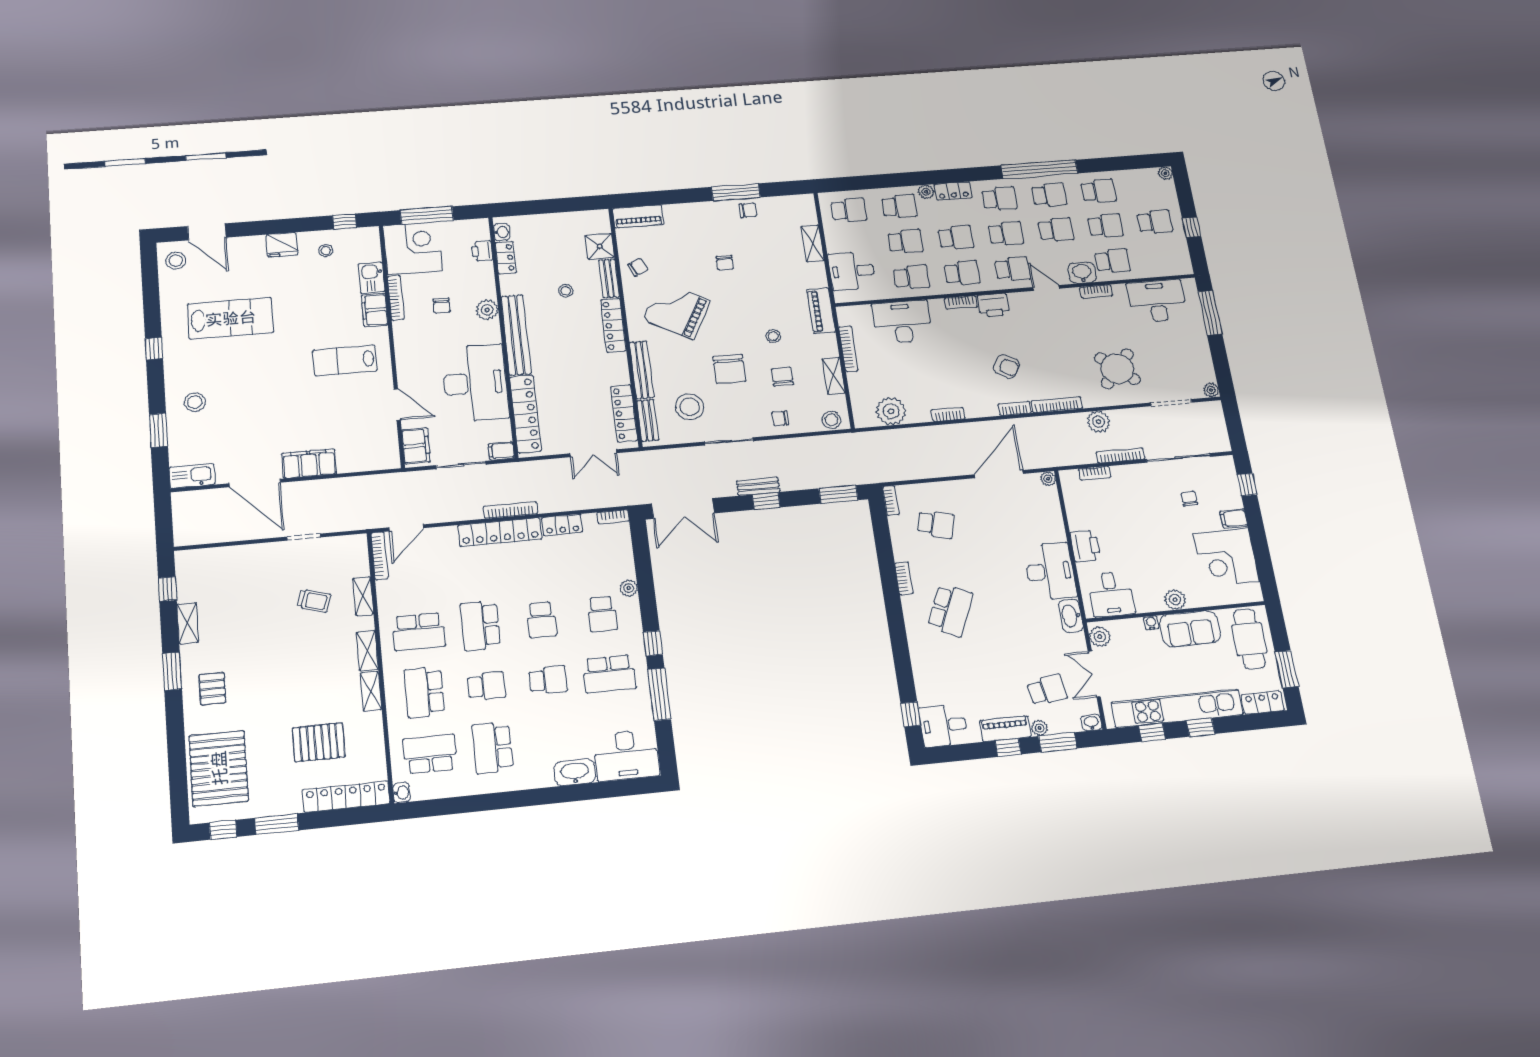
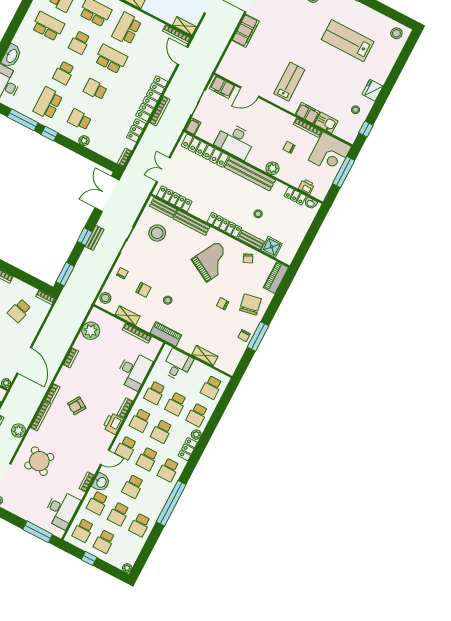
school desk: (1049, 195) -> (83, 530), moved
door: (207, 232) -> (403, 58), removed
lab bench: (231, 318) -> (348, 41), turned 90
chair: (729, 369) -> (250, 305), moved, turned 79
desk: (475, 383) -> (235, 141), width x0.73, depth x0.77
shelving: (363, 596) -> (184, 26), moved

